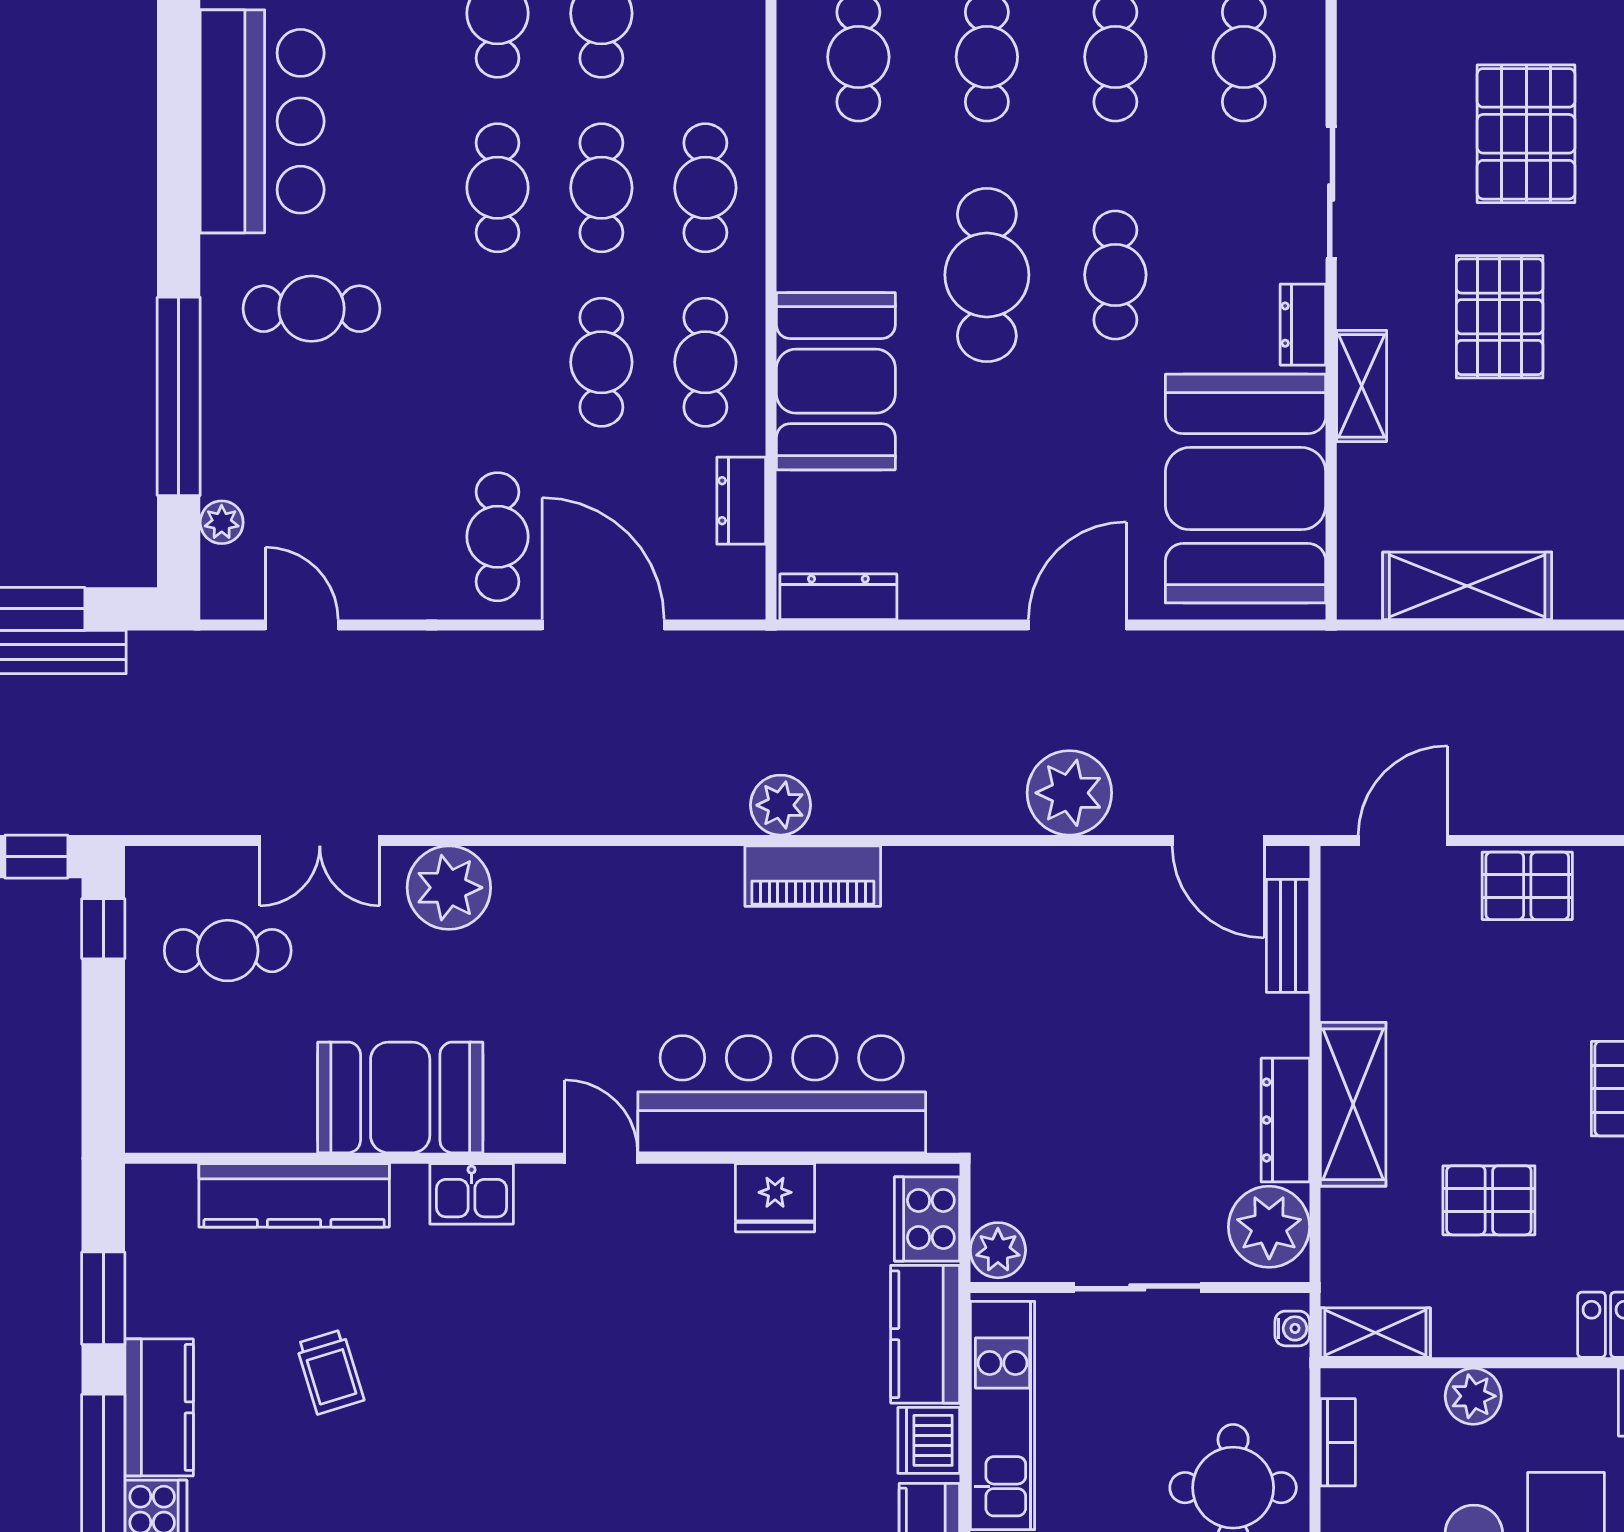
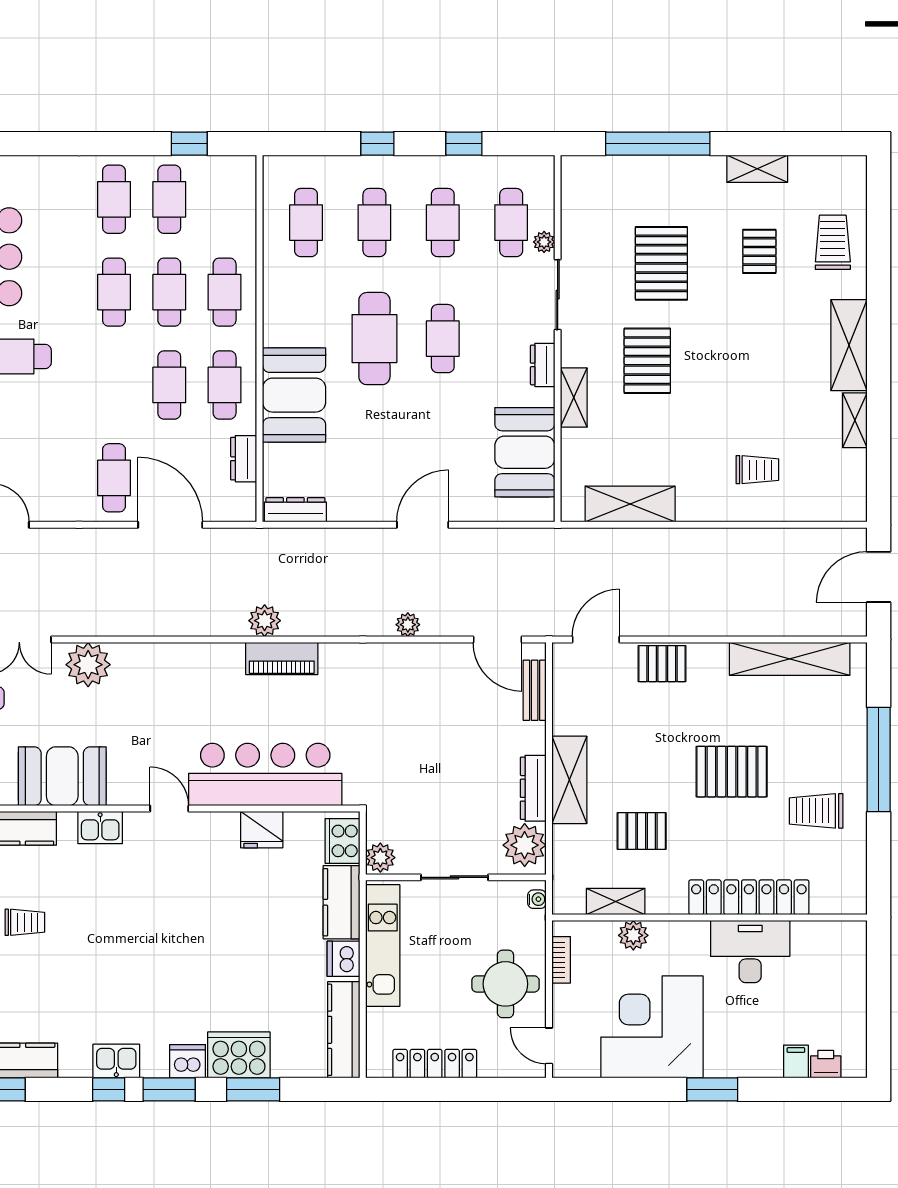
plant: (1306, 94) -> (544, 242), added
booth: (1246, 489) -> (525, 452), width x0.73, depth x0.70
plant: (1069, 793) -> (408, 625), width x0.53, depth x0.53
shelving: (1375, 1333) -> (616, 901), moved
trolley: (330, 1372) -> (25, 922), turned -73

